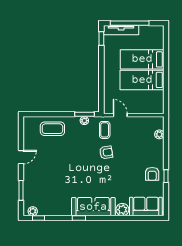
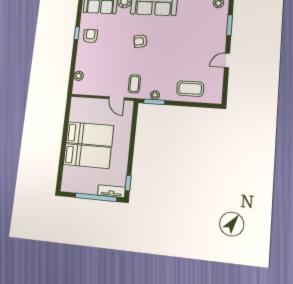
tv unit: (121, 30) -> (111, 191), width x0.71
armchair: (106, 152) -> (141, 41), moved

